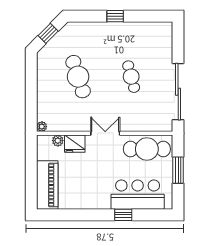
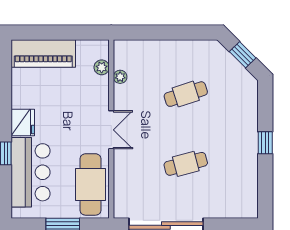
cafe table: (78, 77) -> (186, 94), width x0.73, depth x0.74
plant: (42, 127) -> (120, 77), moved
fridge: (75, 144) -> (23, 123), moved, turned 180

